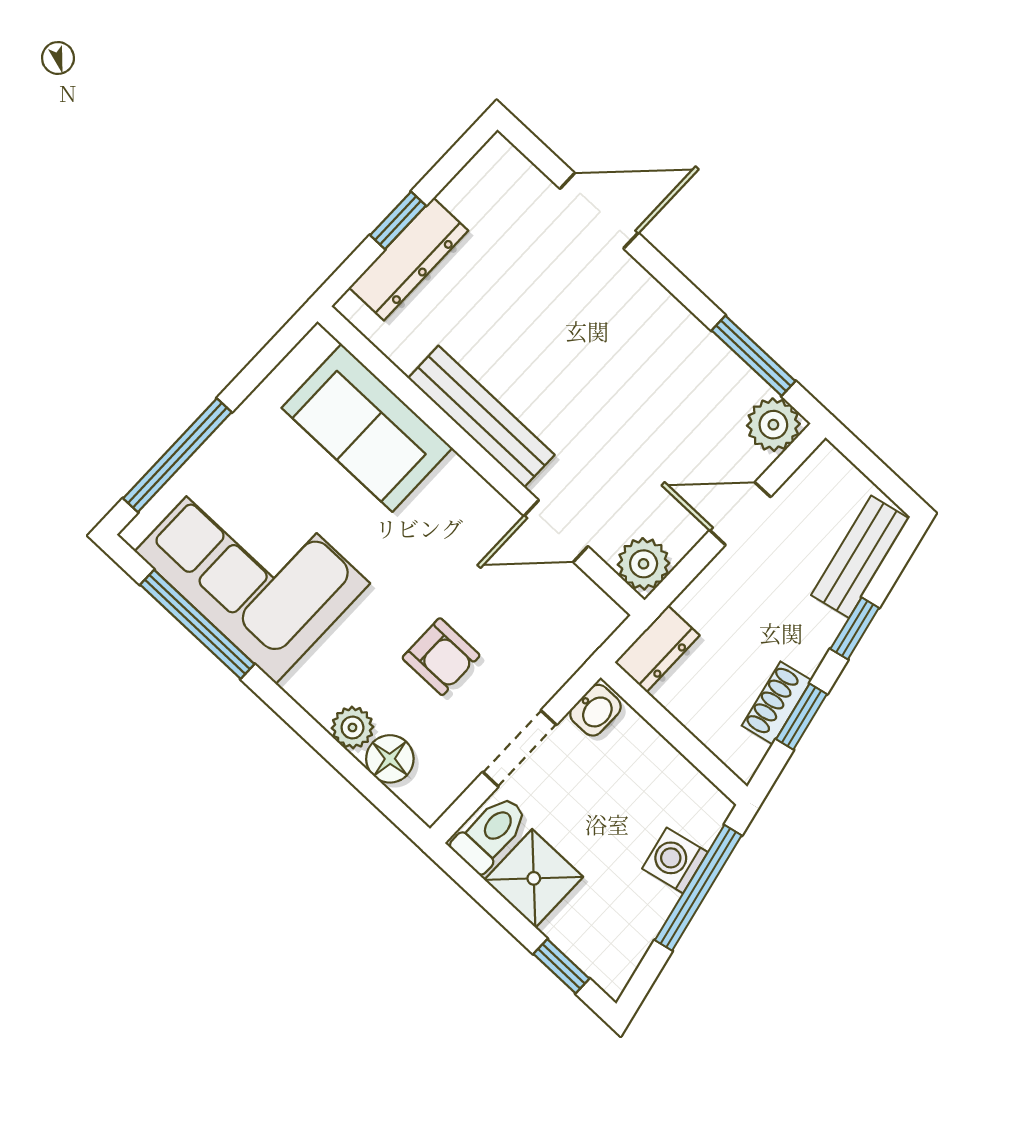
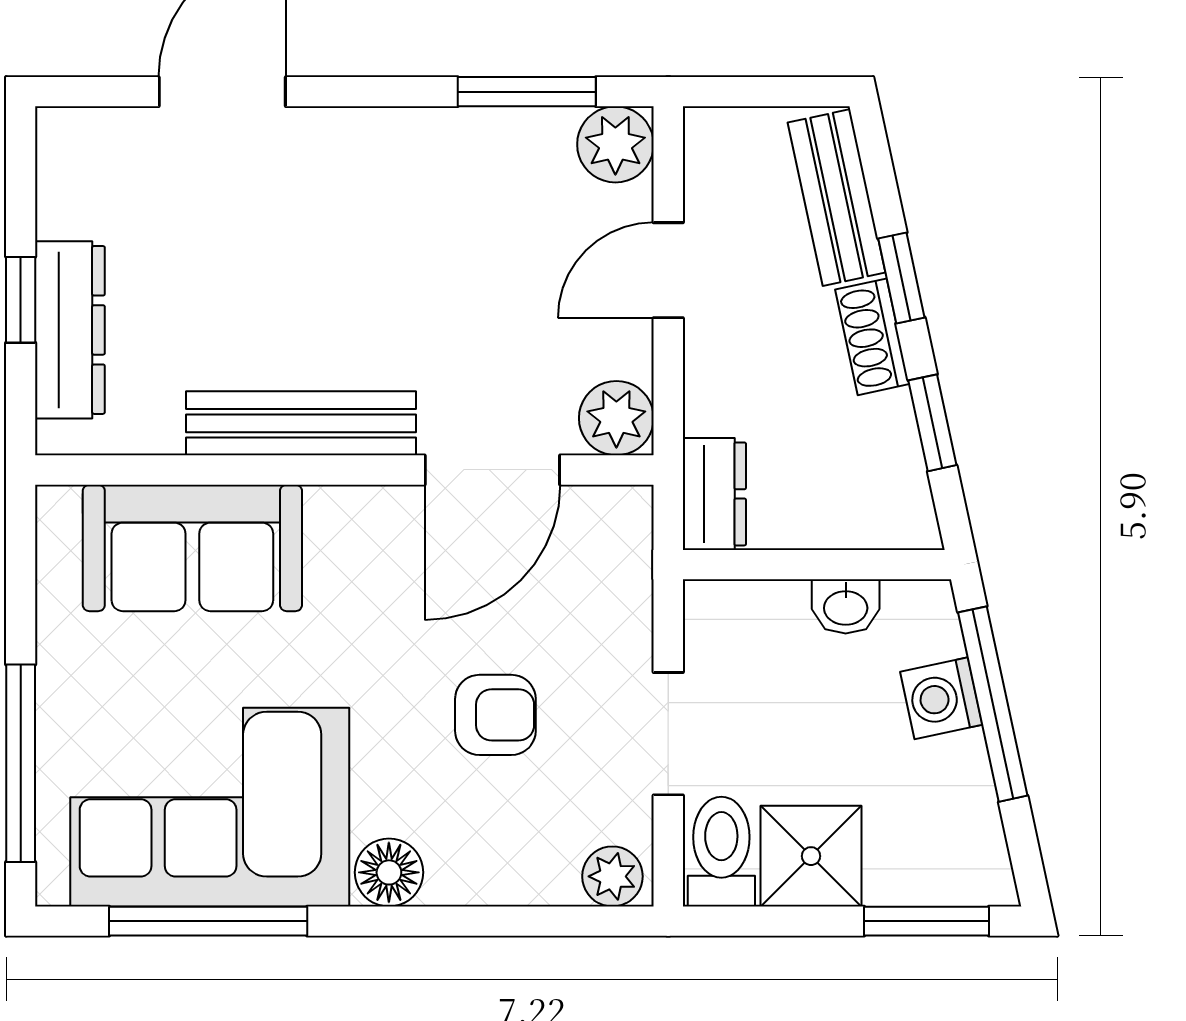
door: (556, 531) -> (492, 470), width x1.38
shoe rack: (777, 703) -> (872, 337), moved
washbasin: (595, 710) -> (846, 606), moved, turned 90
plant: (352, 728) -> (612, 876), moved
floor lamp: (390, 759) -> (389, 872), moved
window: (561, 966) -> (927, 921), width x1.50

